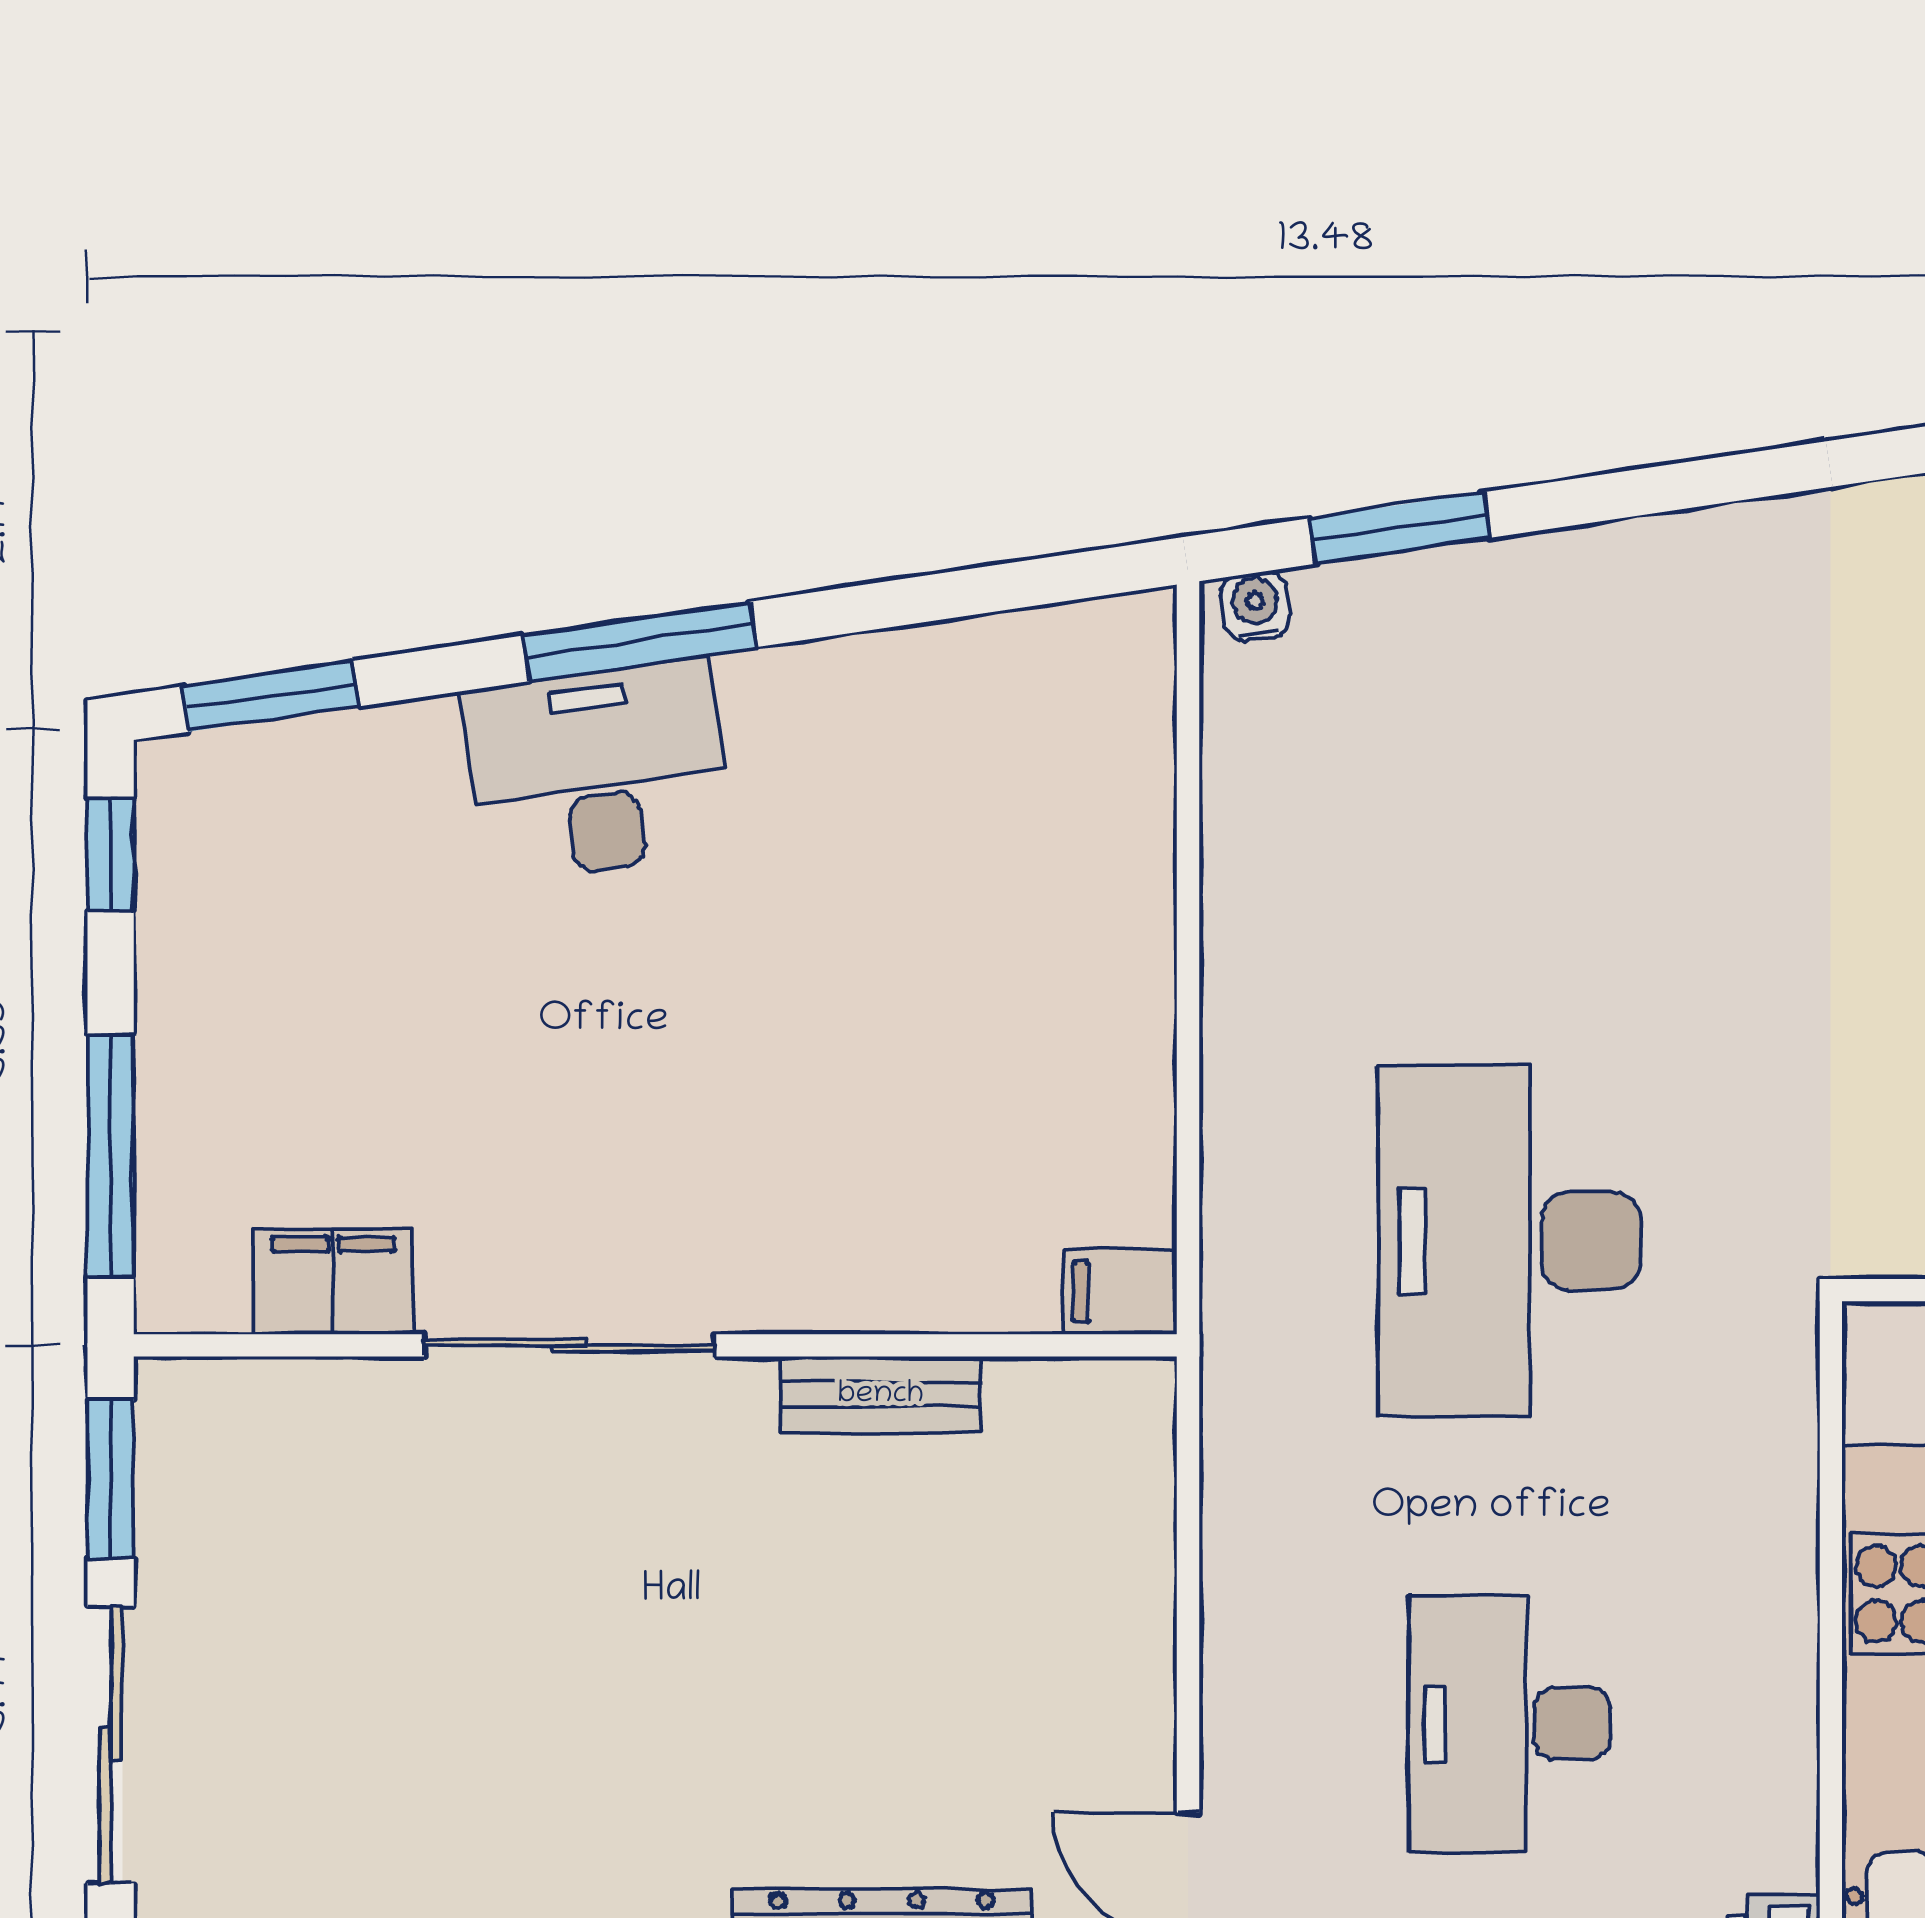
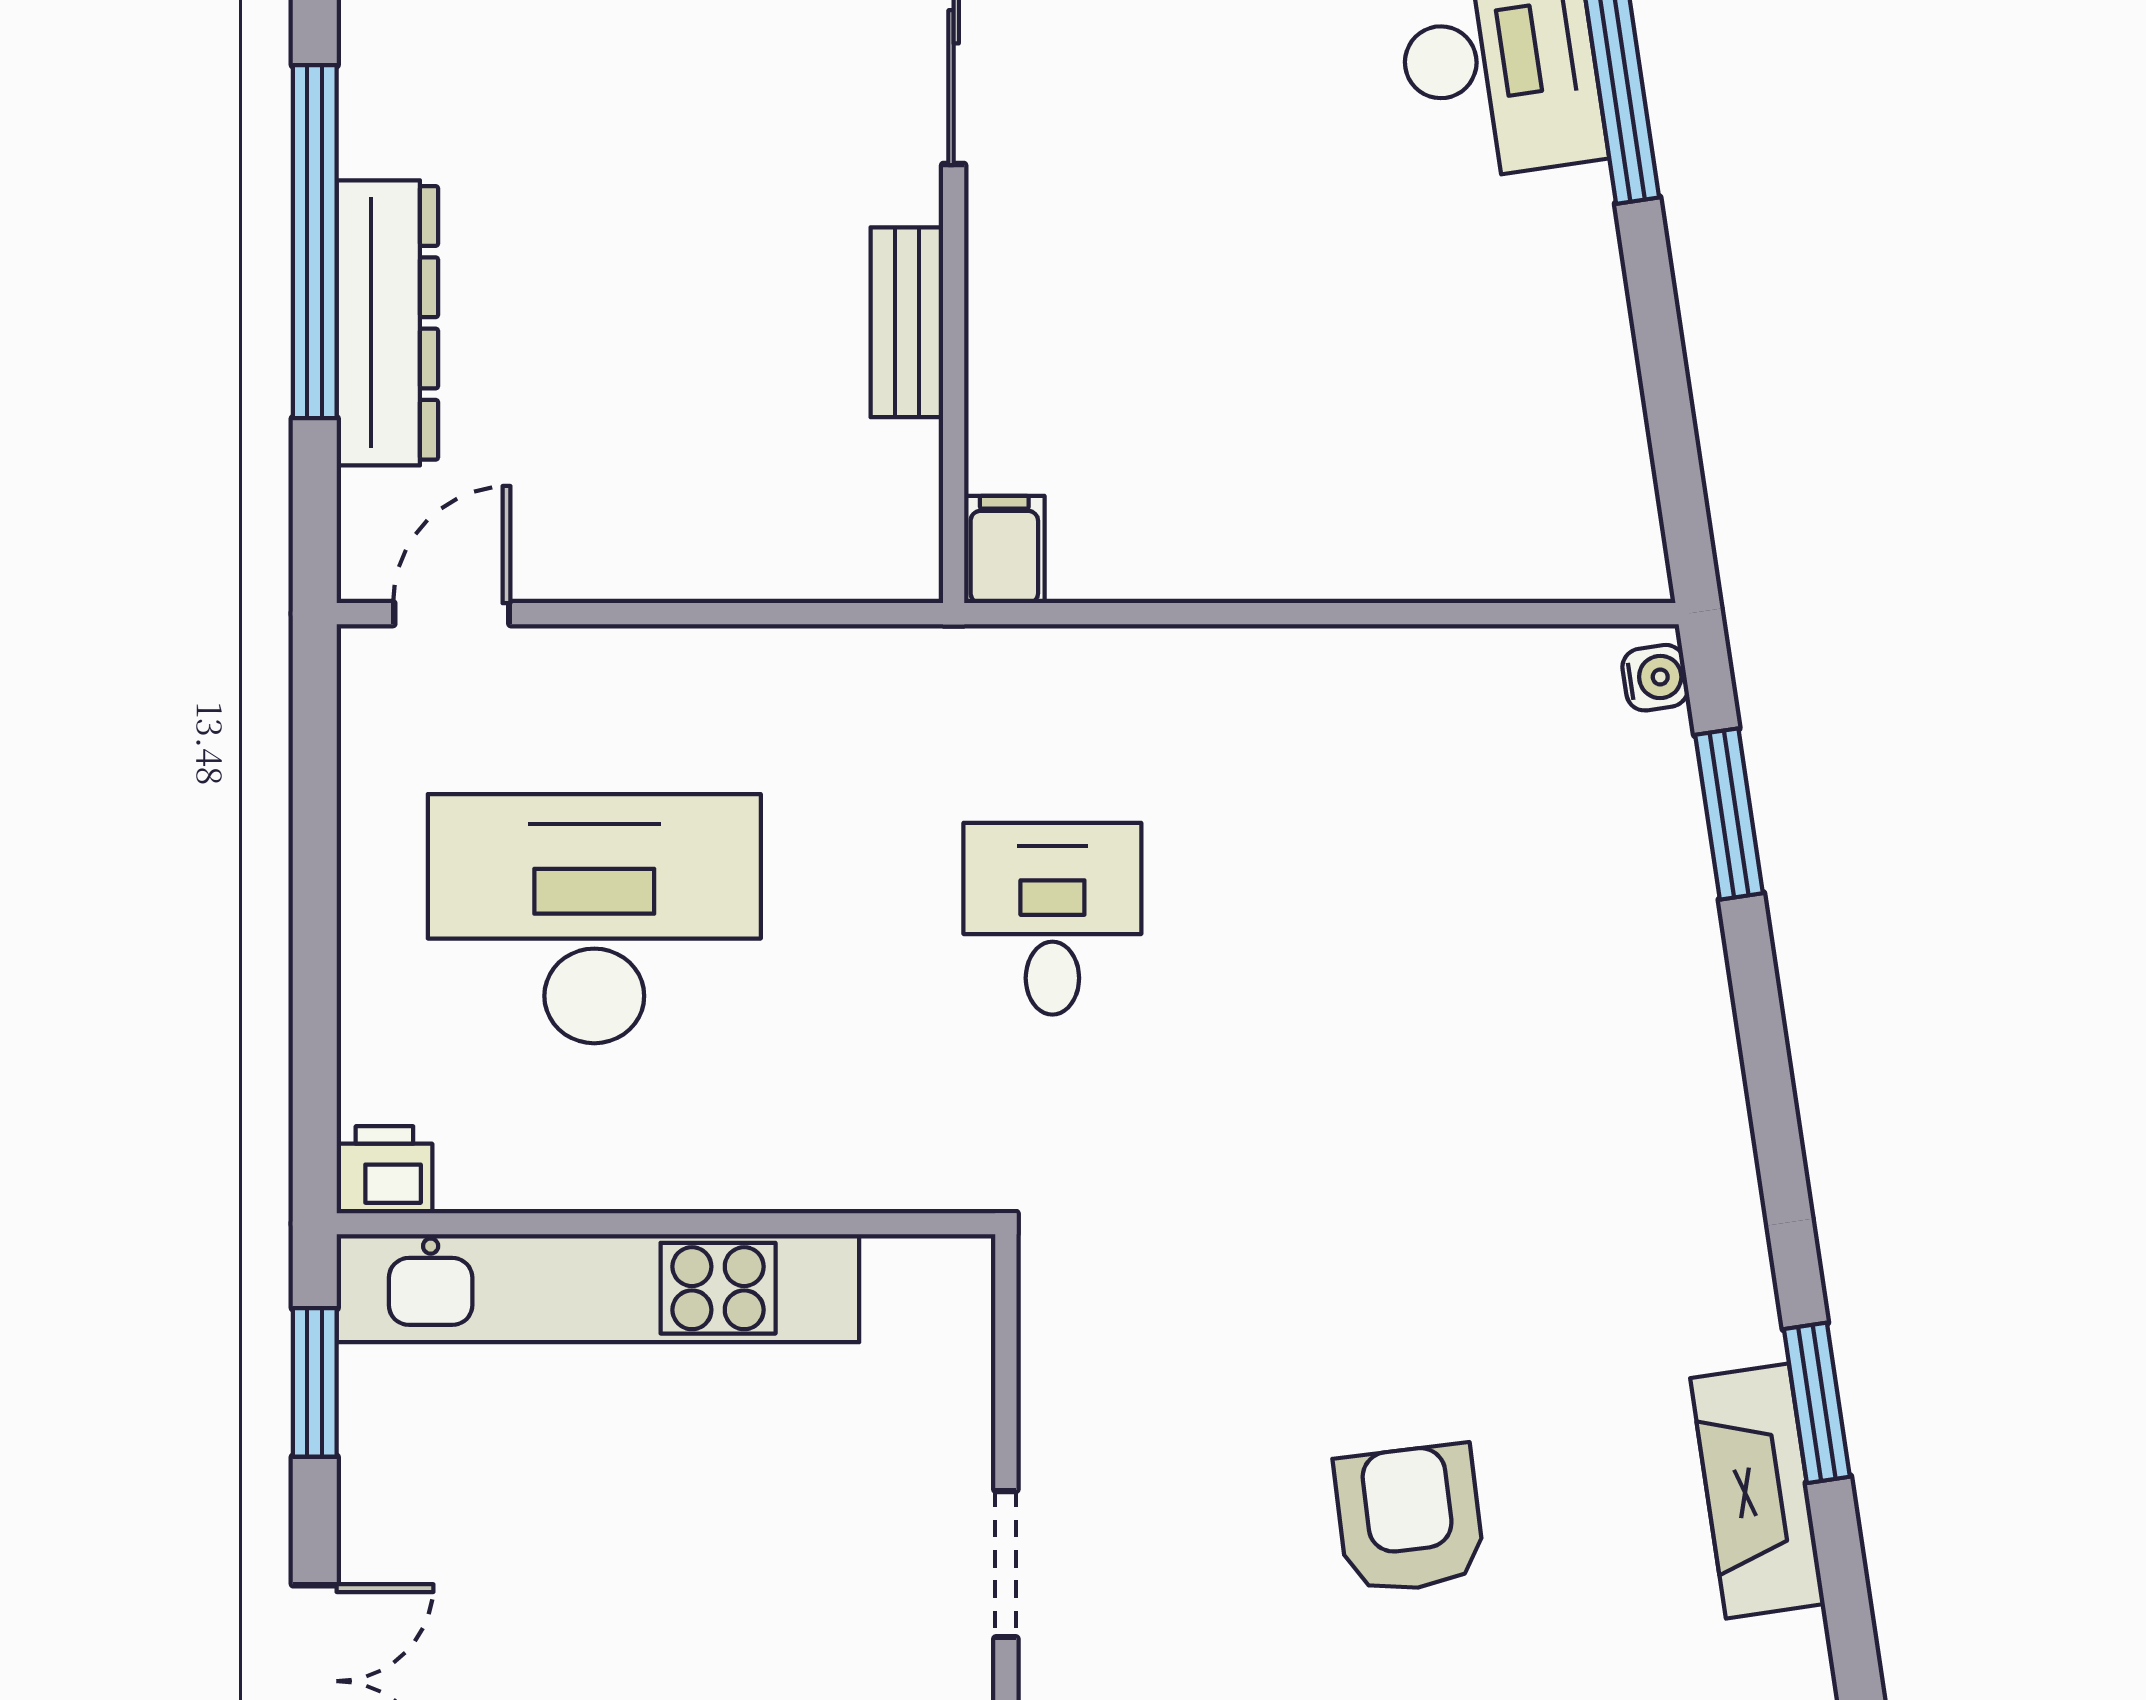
desk: (1509, 1241) -> (1052, 919), width x0.53, depth x0.77
desk: (1509, 1724) -> (594, 919), width x1.36, depth x1.30

